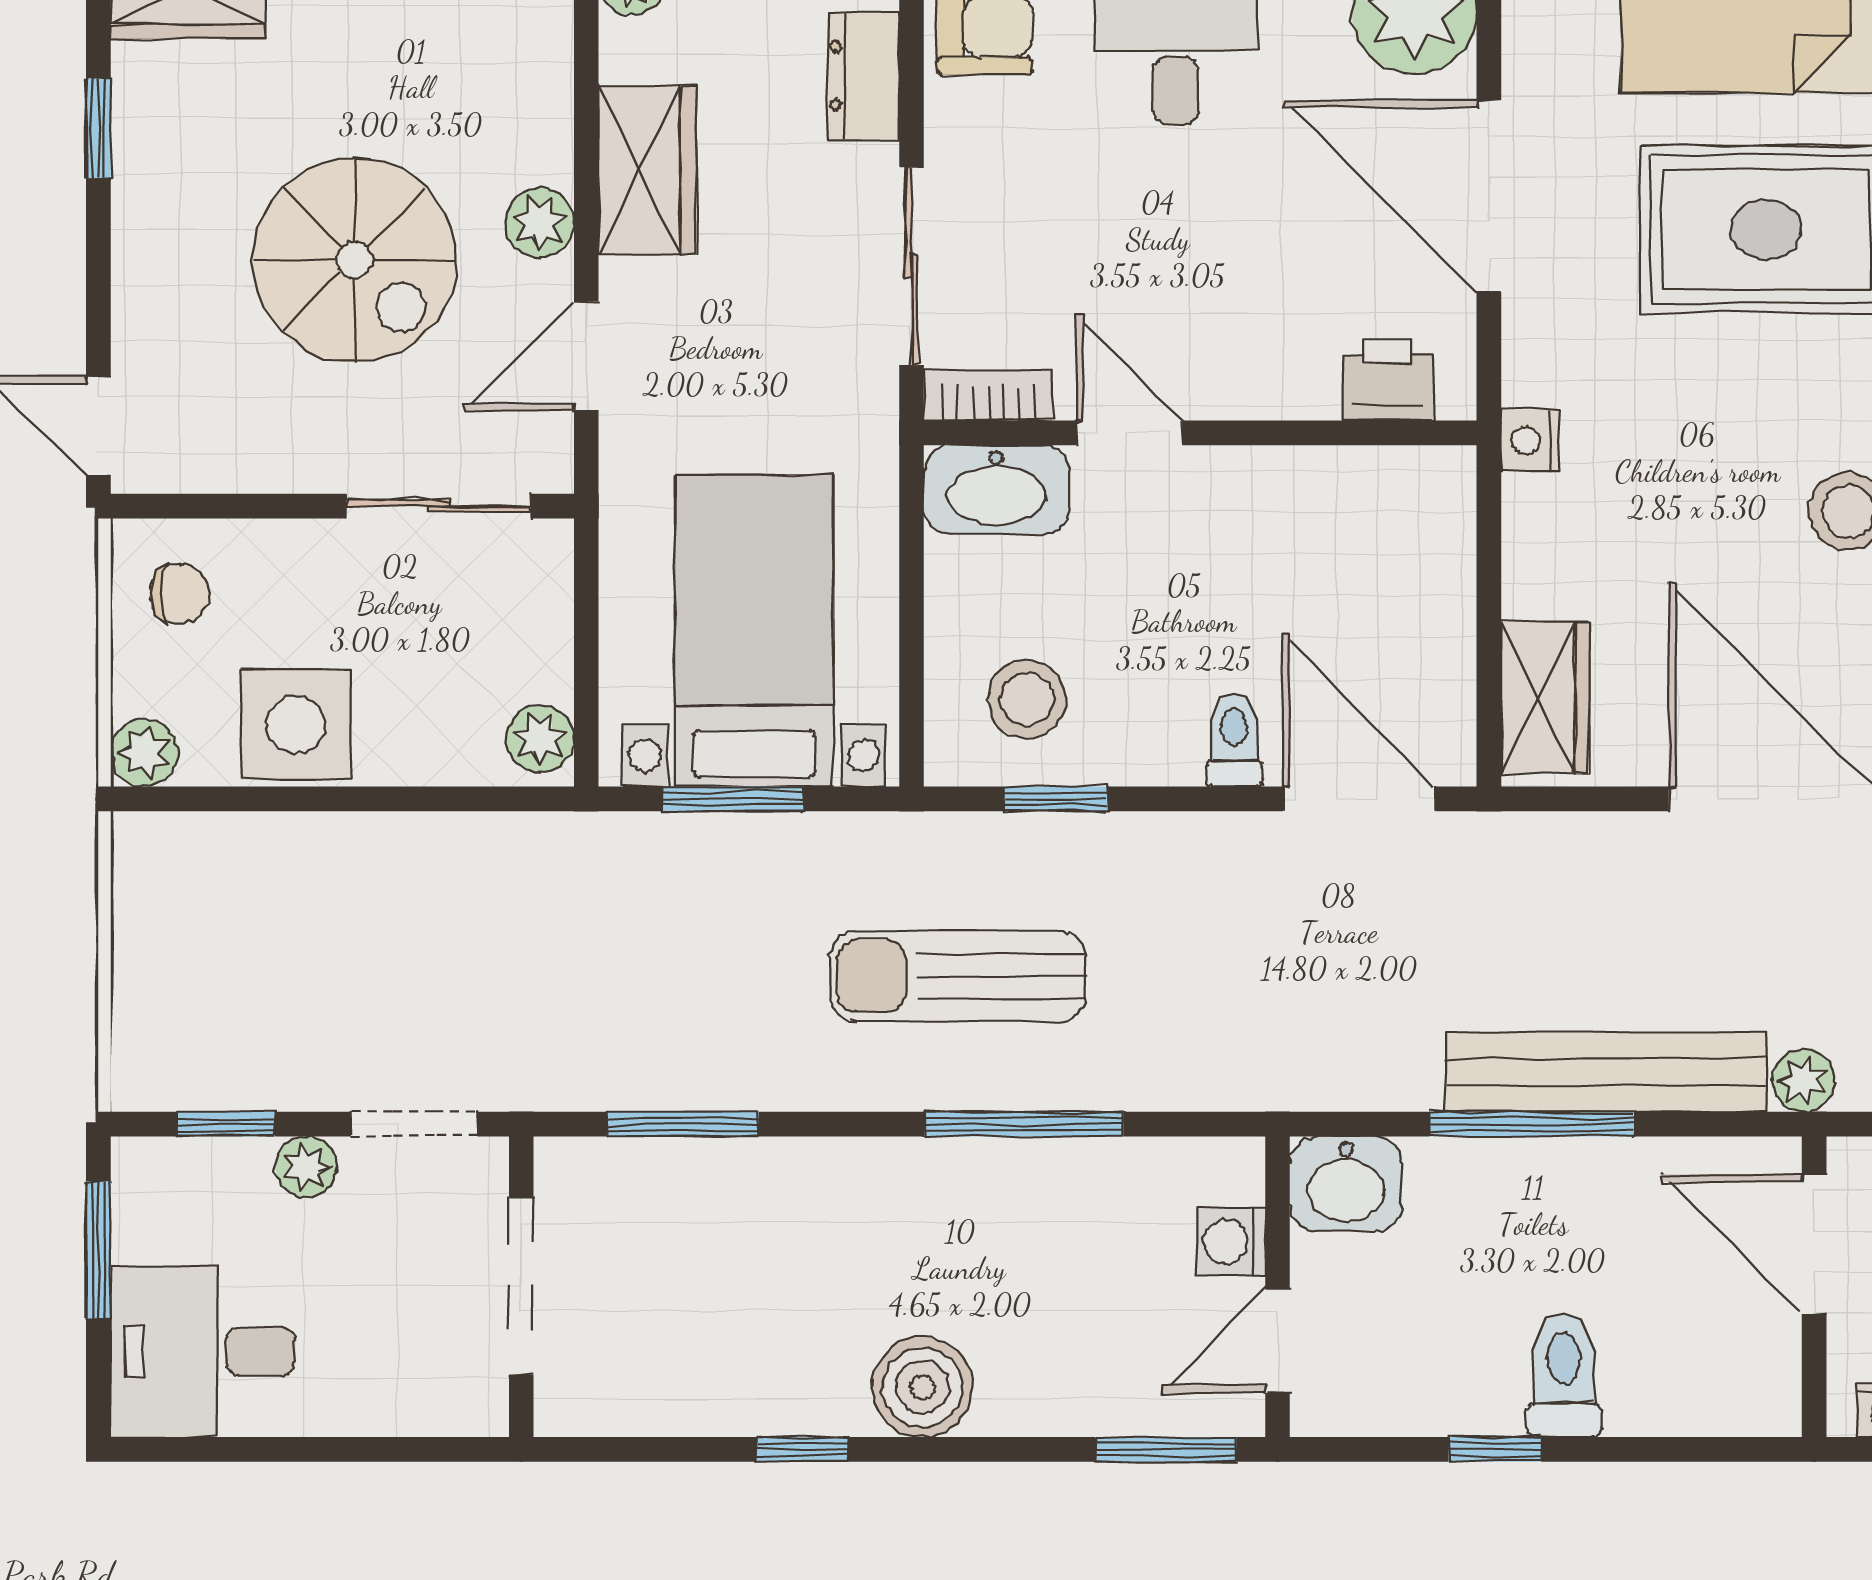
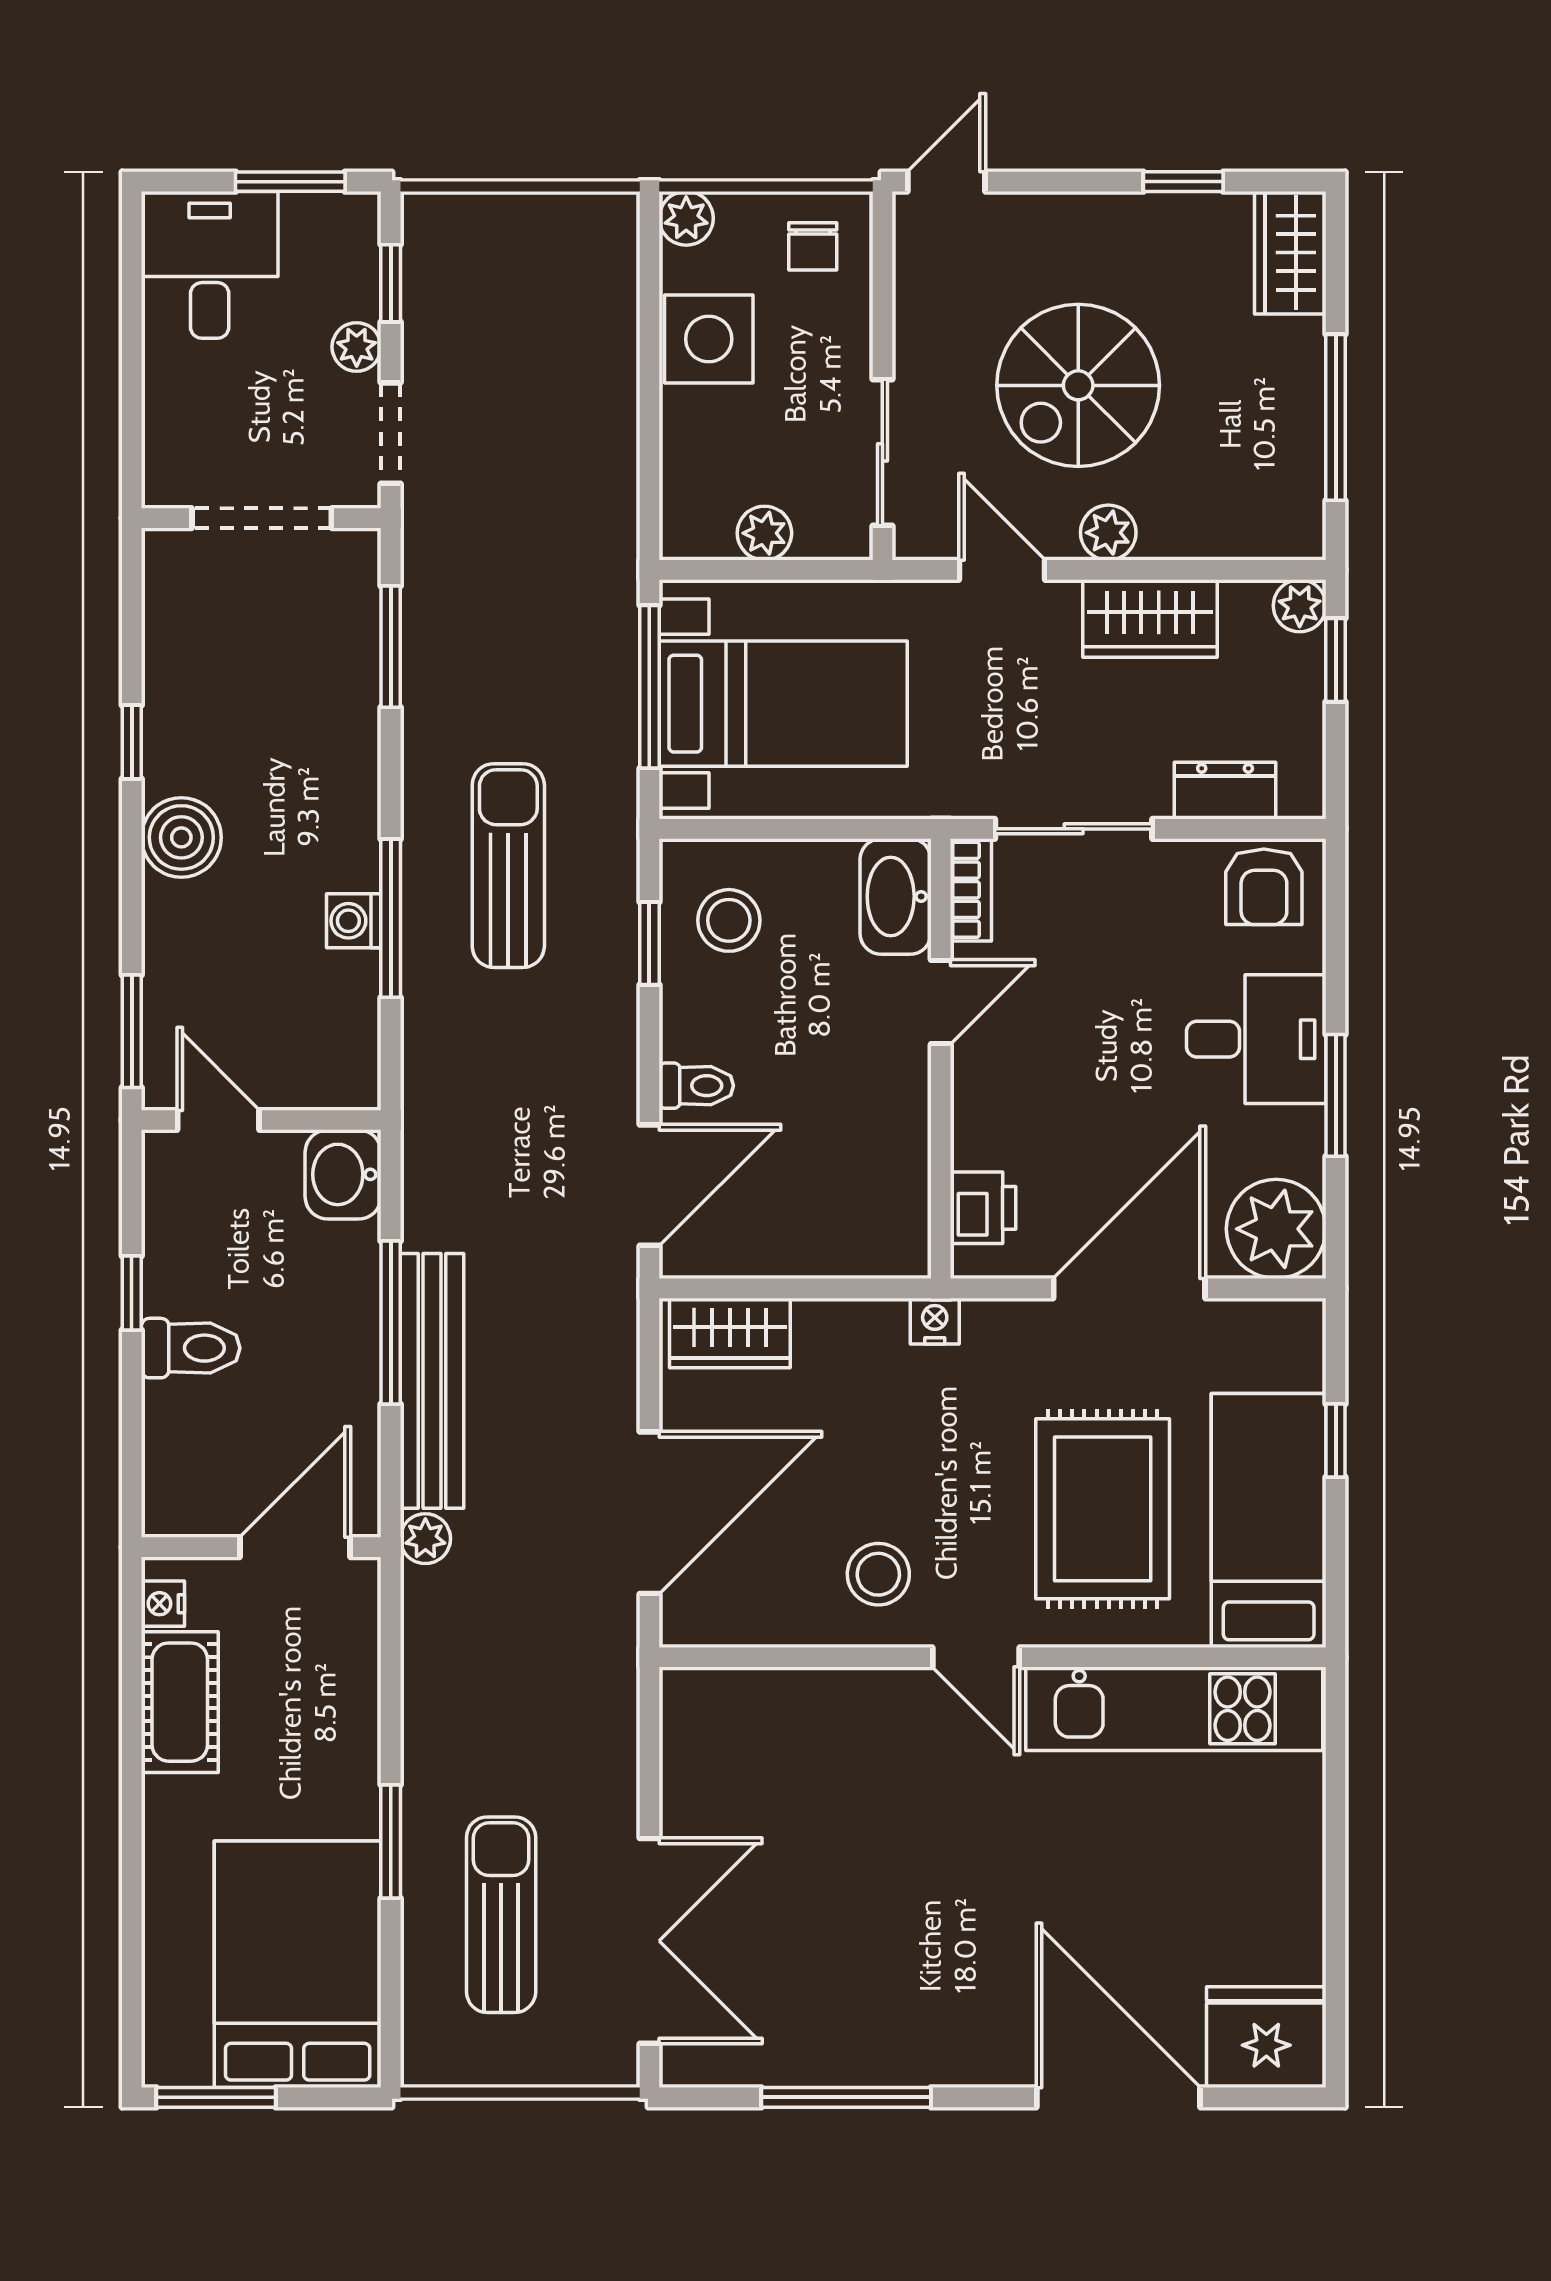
plant: (540, 739) -> (764, 533), moved
window: (733, 799) -> (649, 687), width x1.44
washing machine: (1231, 1242) -> (354, 921), moved, turned -90

